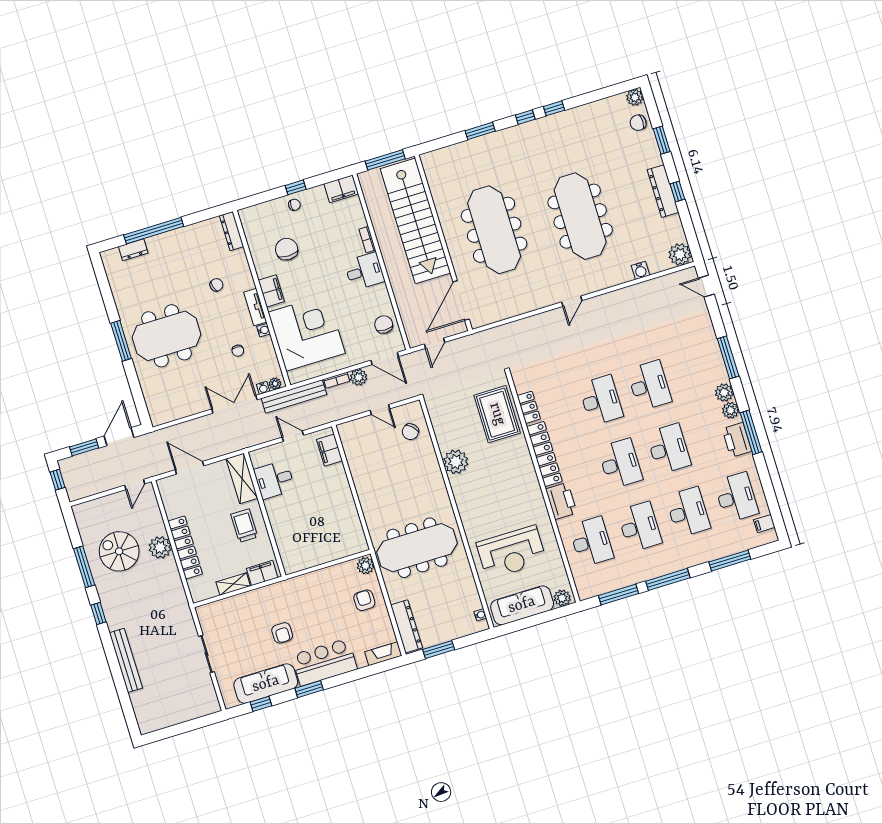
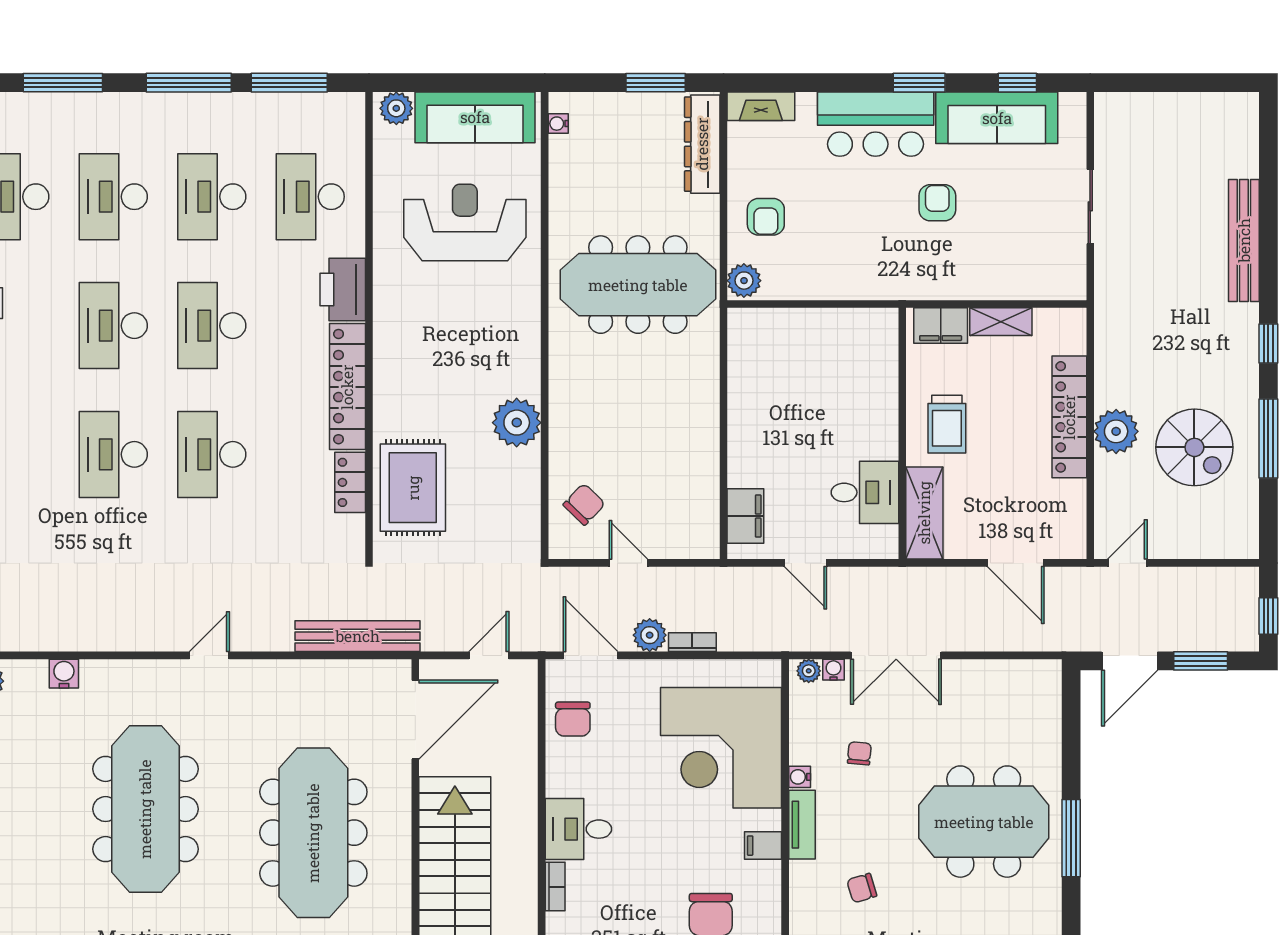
filing cabinet: (271, 291) -> (763, 846), width x0.50
bench: (294, 396) -> (358, 636), moved

